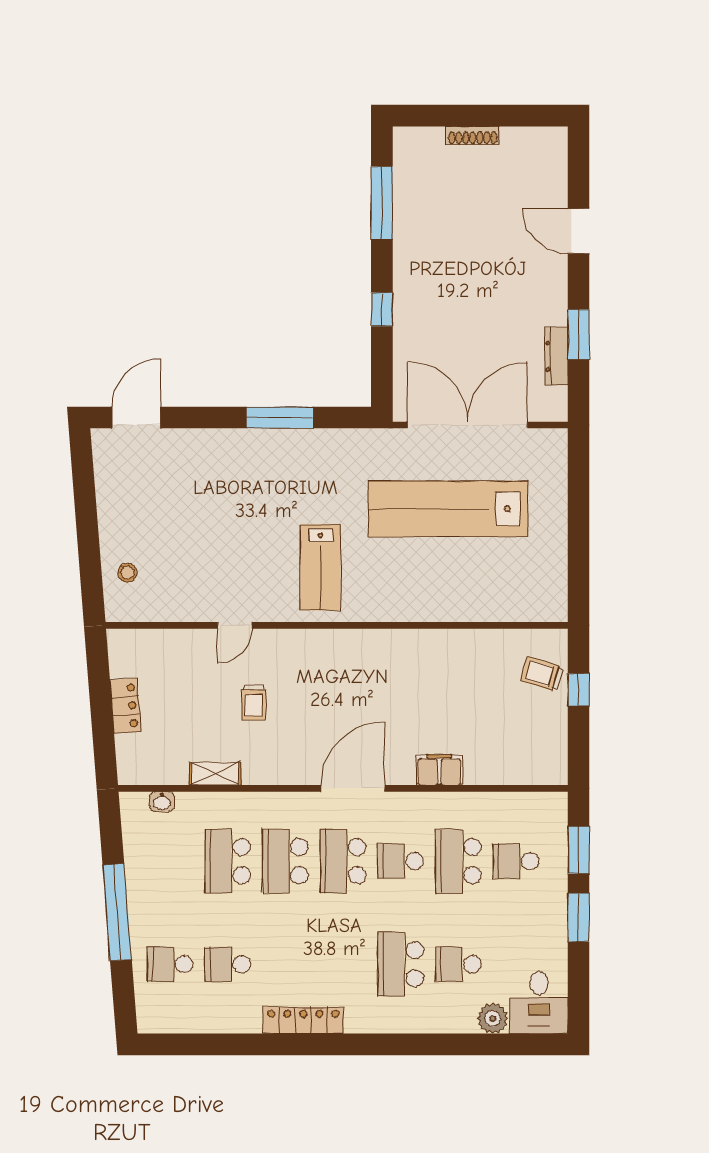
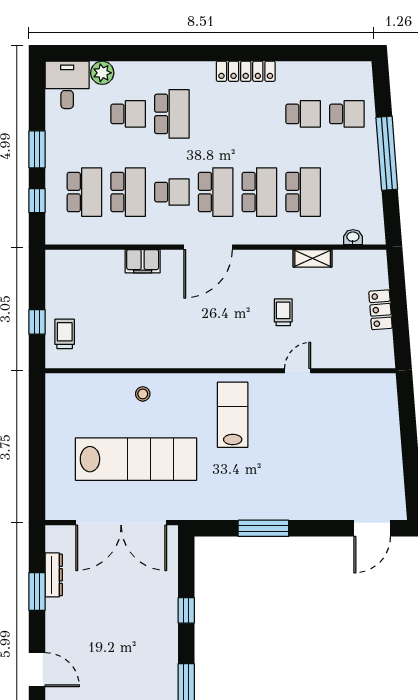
stool: (127, 573) -> (143, 394), moved
trolley: (542, 674) -> (65, 334), turned -108
window: (578, 850) -> (37, 201), width x0.67
school desk: (516, 861) -> (84, 192), width x1.85

